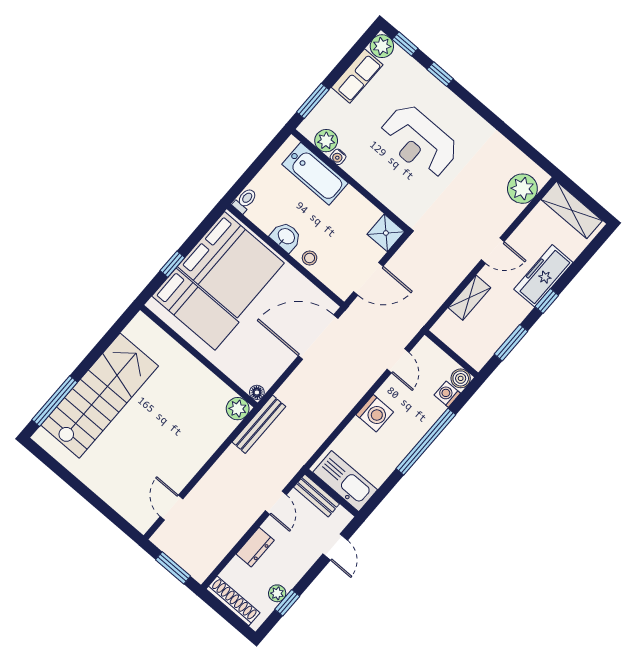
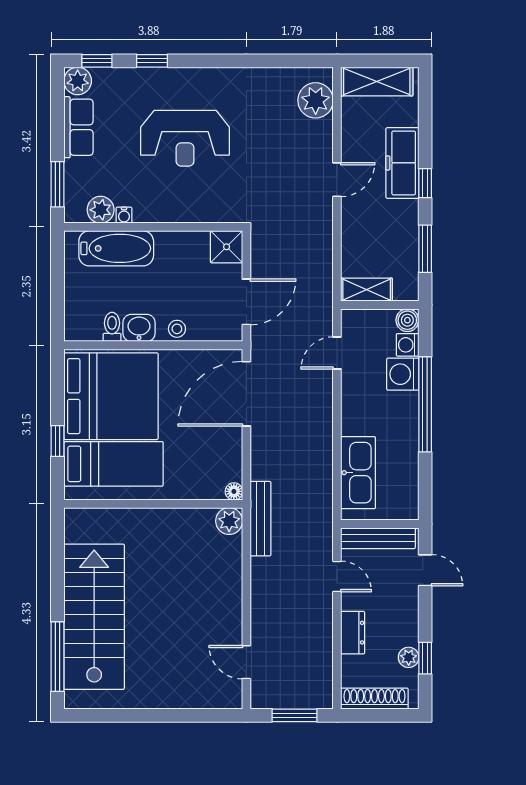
toilet: (245, 200) -> (112, 327), moved
shelving: (469, 298) -> (367, 290), moved, turned 90
door: (398, 361) -> (337, 353), swing flipped
washing machine: (375, 413) -> (403, 374), moved, turned 180
kitchen sink: (345, 481) -> (358, 473), moved, turned 90
bench: (317, 495) -> (378, 538), width x1.36

